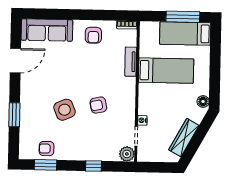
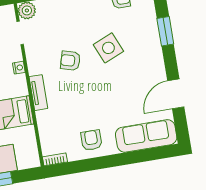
tv unit: (131, 62) -> (38, 93), moved
armchair: (98, 105) -> (70, 61), turned -152
nightstand: (142, 120) -> (19, 68), moved

